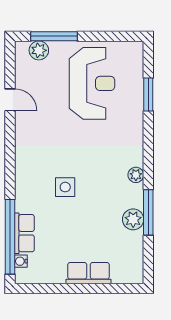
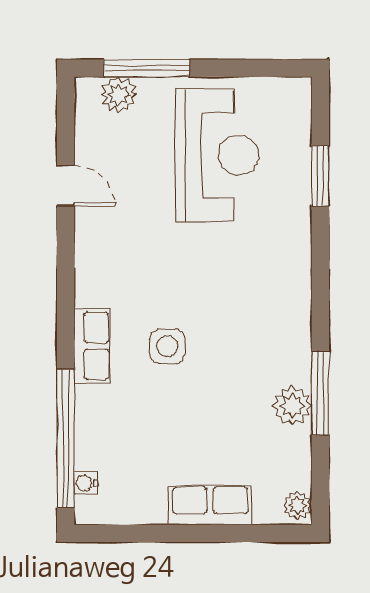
plant: (136, 175) -> (298, 505), moved
row of seats: (24, 233) -> (92, 346), moved

